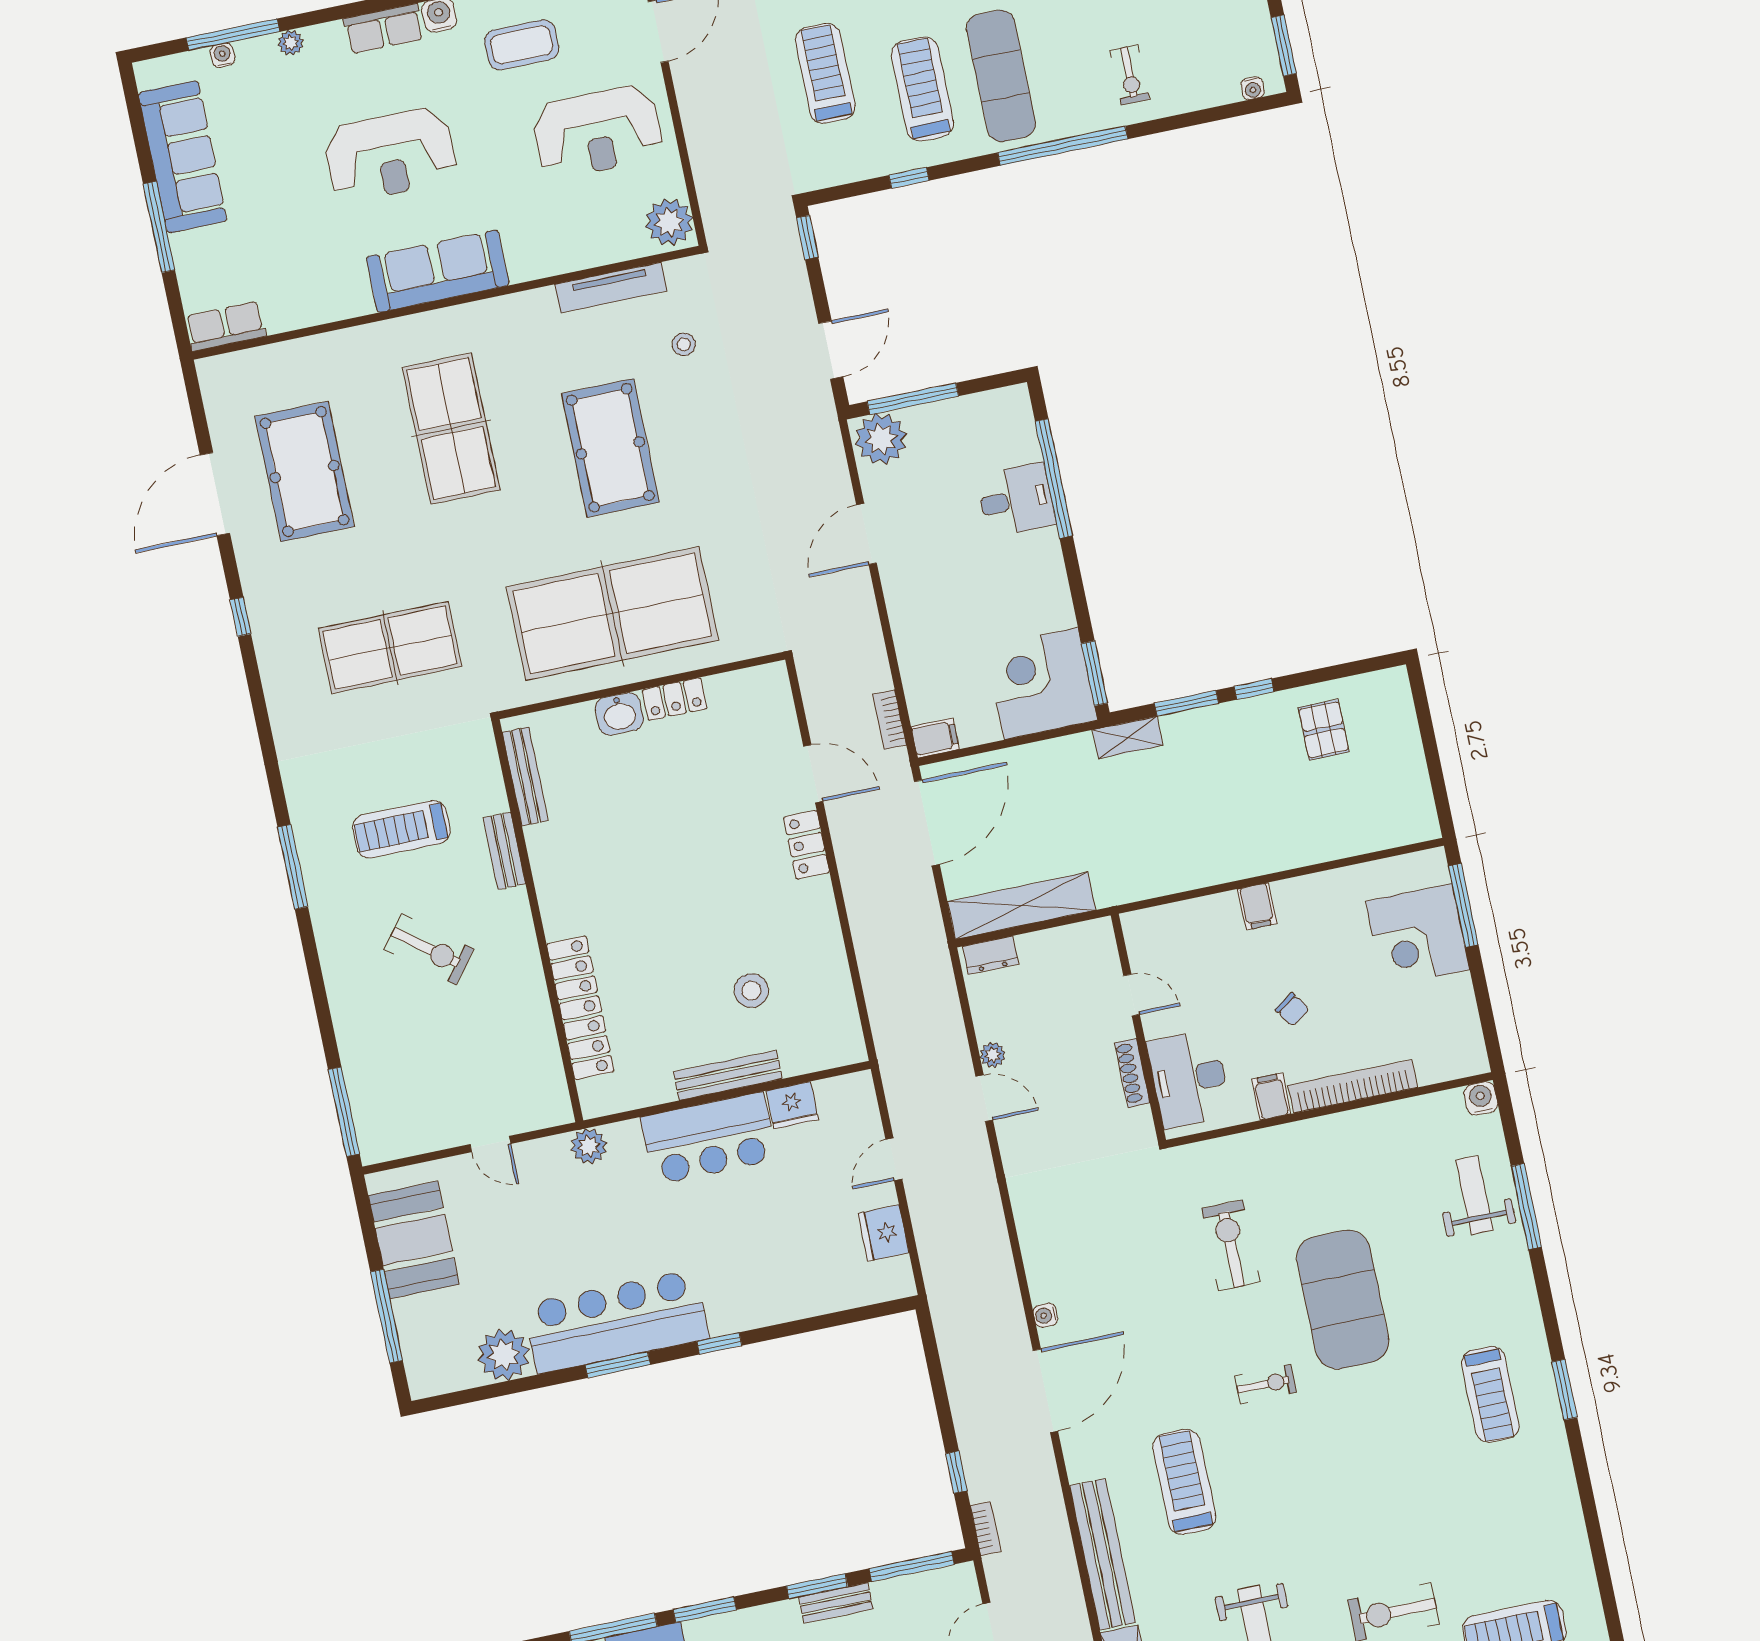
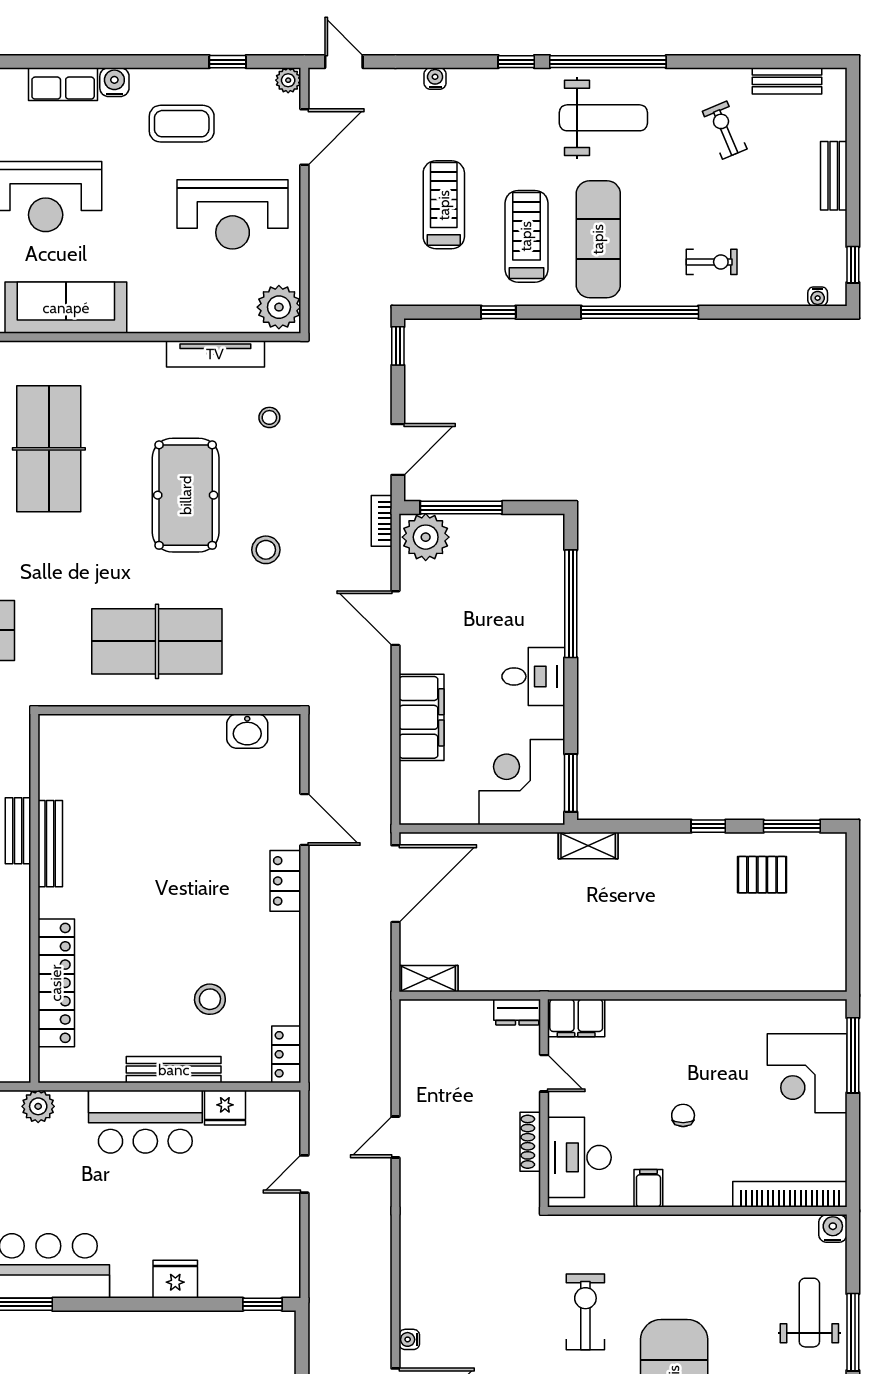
window: (1284, 46) -> (853, 265), width x0.67
exercise bike: (1130, 75) -> (712, 262), turned -90
stool: (710, 489) -> (266, 550), added
desk: (1016, 500) -> (533, 676), moved
door: (866, 534) -> (395, 618), hinge flipped
table tennis table: (612, 613) -> (157, 641), width x0.73, depth x0.76
locker: (675, 699) -> (286, 1054), moved, turned 90
window: (1186, 703) -> (792, 826), moved
washbasin: (619, 714) -> (247, 731), moved
bookcase: (890, 720) -> (382, 521), moved
pallet: (1324, 730) -> (762, 875), turned 90
filing cabinet: (935, 738) -> (422, 717), moved, width x3.00, depth x1.17
bench: (525, 776) -> (50, 844), moved
shelving: (1022, 906) -> (428, 979), width x0.45, depth x0.75
filing cabinet: (1257, 906) -> (576, 1018), moved, width x2.00
dresser: (991, 955) -> (517, 1012), moved
chair: (1292, 1009) -> (683, 1115), turned -146
plant: (993, 1055) -> (411, 1100), removed
bookcase: (1353, 1086) -> (790, 1194), moved
door: (984, 1098) -> (395, 1137), swing flipped
fridge: (884, 1233) -> (175, 1279), moved, turned 90
window: (719, 1343) -> (263, 1304), moved

